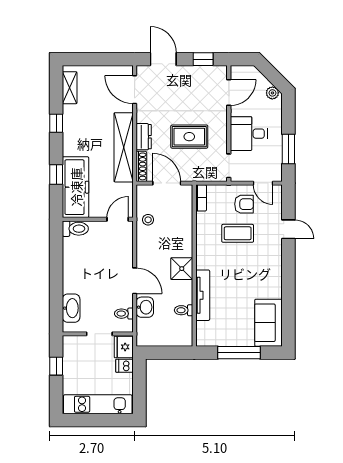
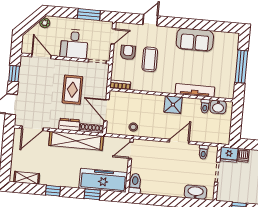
door: (167, 183) -> (106, 110), hinge flipped
door: (118, 219) -> (131, 150), hinge flipped
washbasin: (145, 307) -> (218, 107), moved, turned 180
sofa: (268, 323) -> (195, 40), moved

